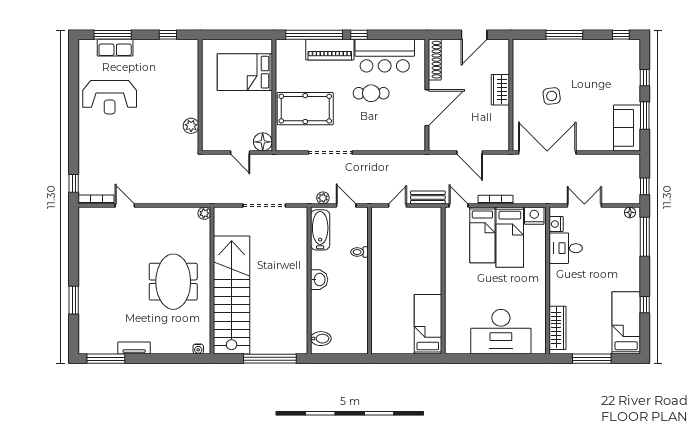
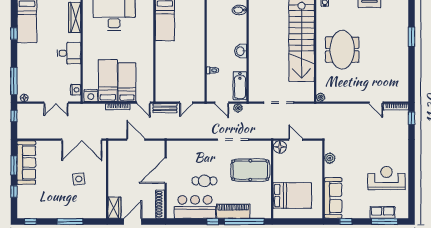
sofa: (186, 69) -> (333, 198), added
wardrobe: (500, 90) -> (114, 208), moved
sofa: (627, 128) -> (26, 162), width x1.36
desk: (566, 248) -> (69, 53), moved

